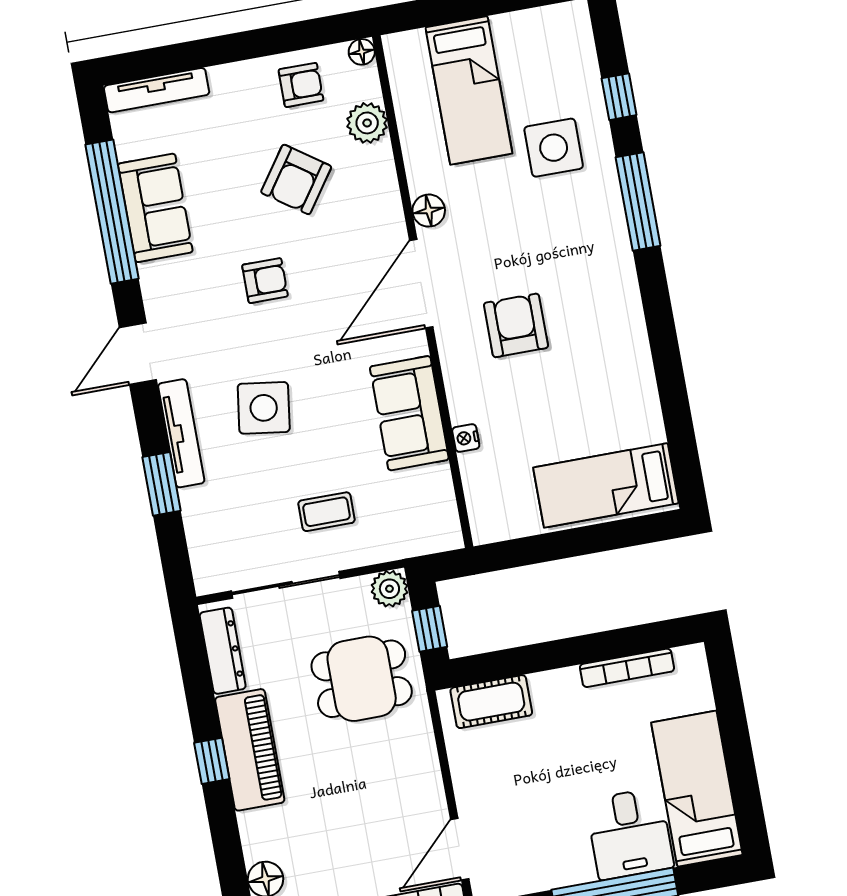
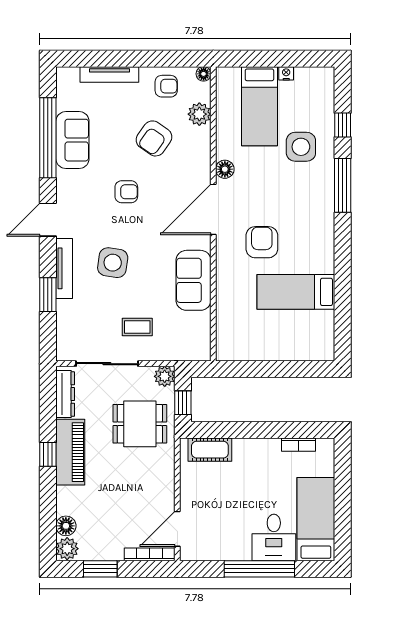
tv unit: (157, 90) -> (109, 74), moved
nightstand: (466, 438) -> (286, 73), moved, turned 90
bed: (606, 485) -> (296, 292), moved
bookcase: (627, 668) -> (299, 445), width x0.64

